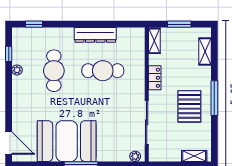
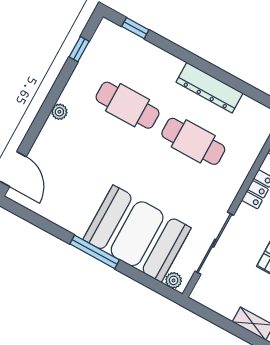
plant: (17, 70) -> (59, 112), moved
cafe table: (54, 71) -> (128, 105), turned 90
booth: (67, 141) -> (137, 234), moved

